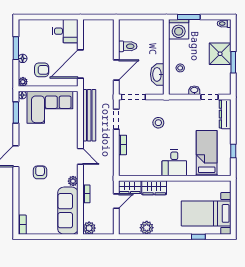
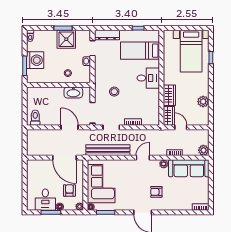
washing machine: (179, 29) -> (35, 60), moved
desk: (65, 31) -> (45, 200), moved, turned 180
toilet: (128, 46) -> (35, 118), moved
shower: (220, 54) -> (66, 39), moved

